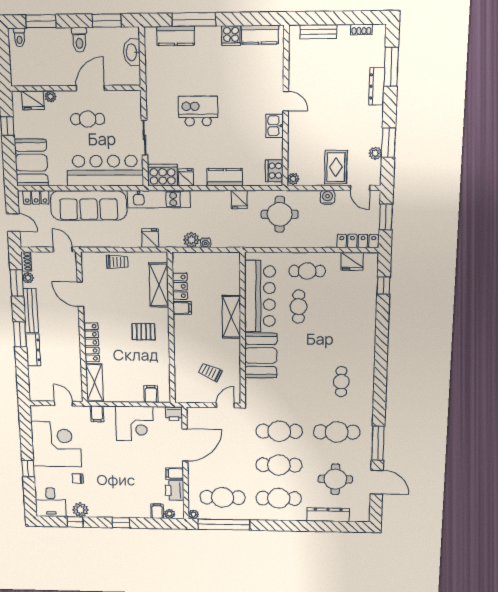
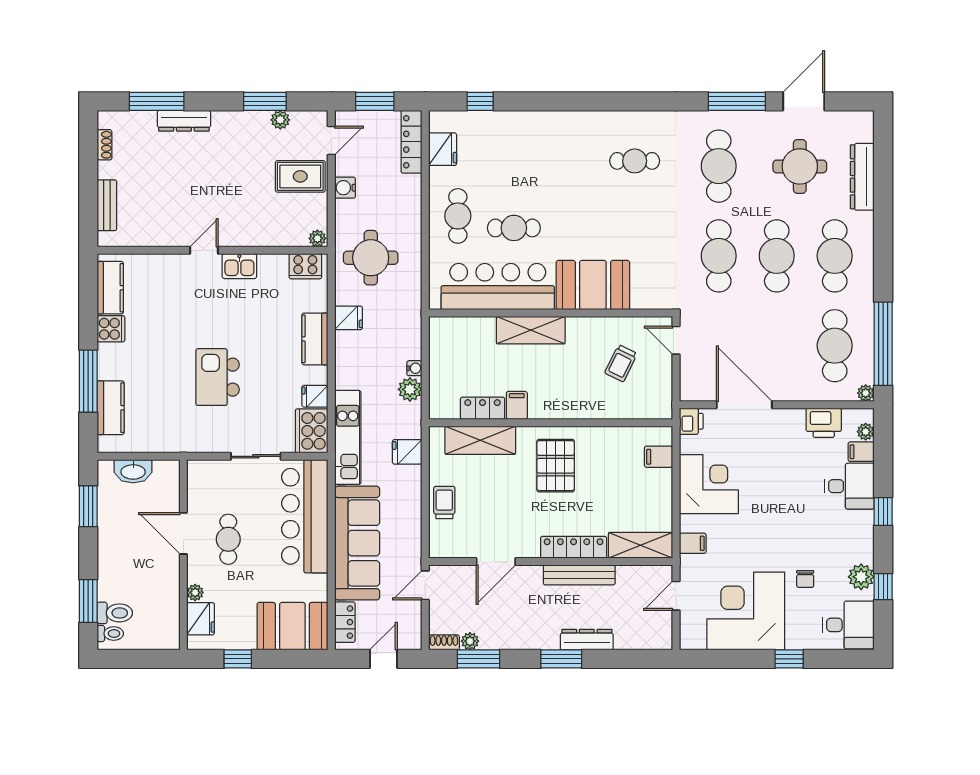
toilet: (79, 40) -> (115, 613), moved
bench: (31, 311) -> (579, 575), moved
pallet: (144, 332) -> (556, 466), width x1.50, depth x1.42
filing cabinet: (175, 473) -> (794, 422), removed
desk: (136, 504) -> (849, 486), added

